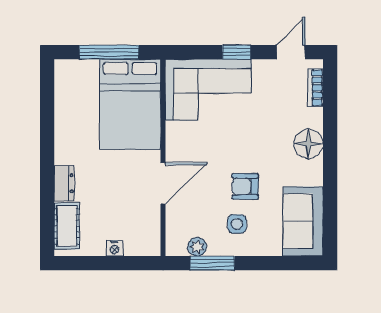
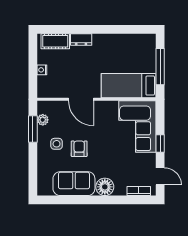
bed: (130, 104) -> (129, 86), width x0.67
sofa: (303, 221) -> (74, 184), moved

